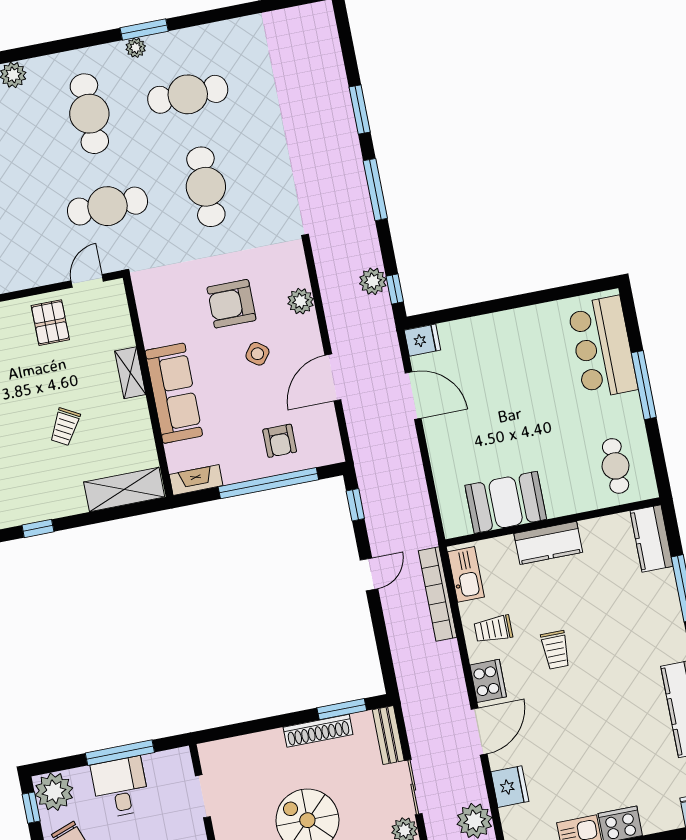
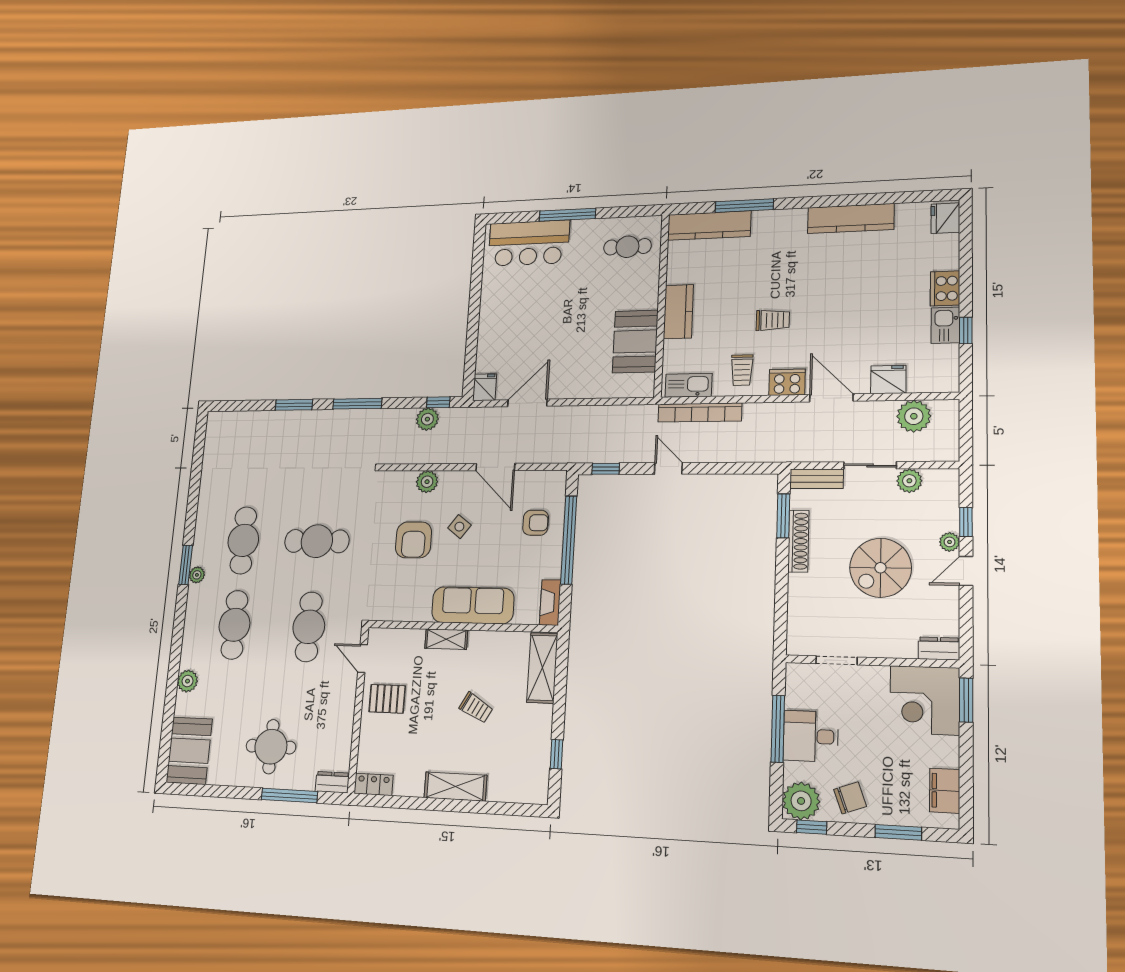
cafe table: (89, 114) -> (234, 625), turned 90
kitchen counter: (651, 539) -> (709, 225), width x1.50

